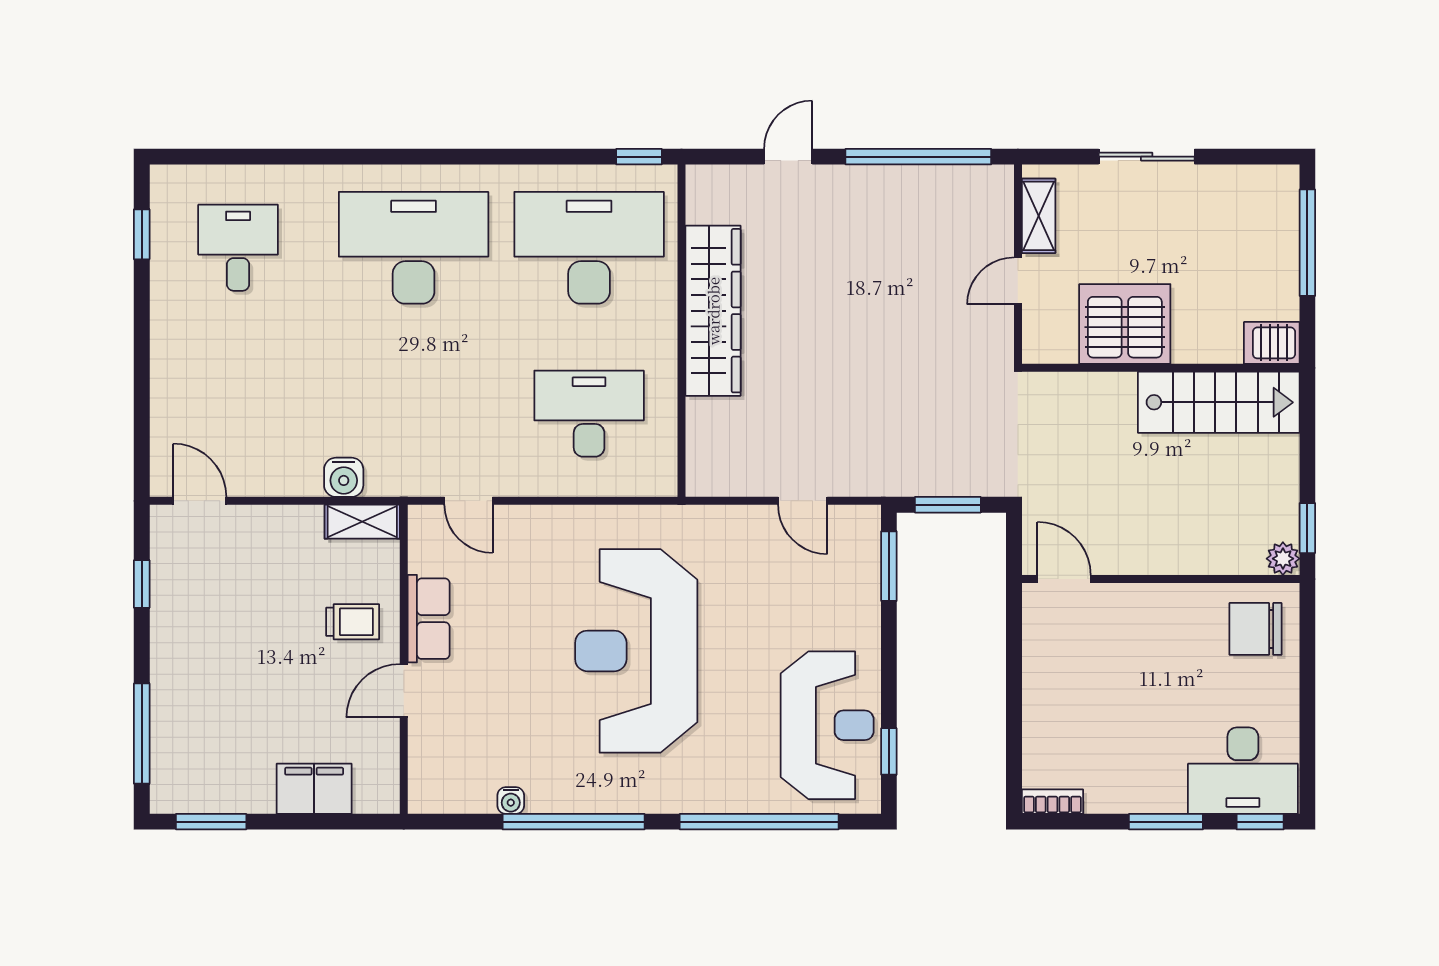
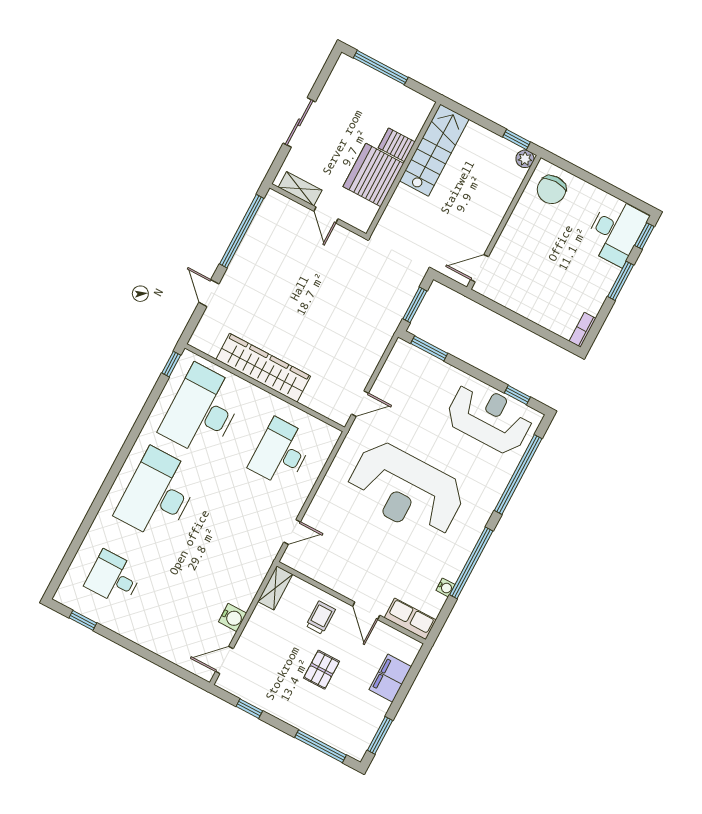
server rack: (1272, 343) -> (397, 145), moved, turned 90
water cooler: (344, 477) -> (233, 617), moved
door: (803, 501) -> (360, 404), moved
row of seats: (429, 619) -> (410, 619), moved
pallet: (268, 669) -> (322, 670), added

